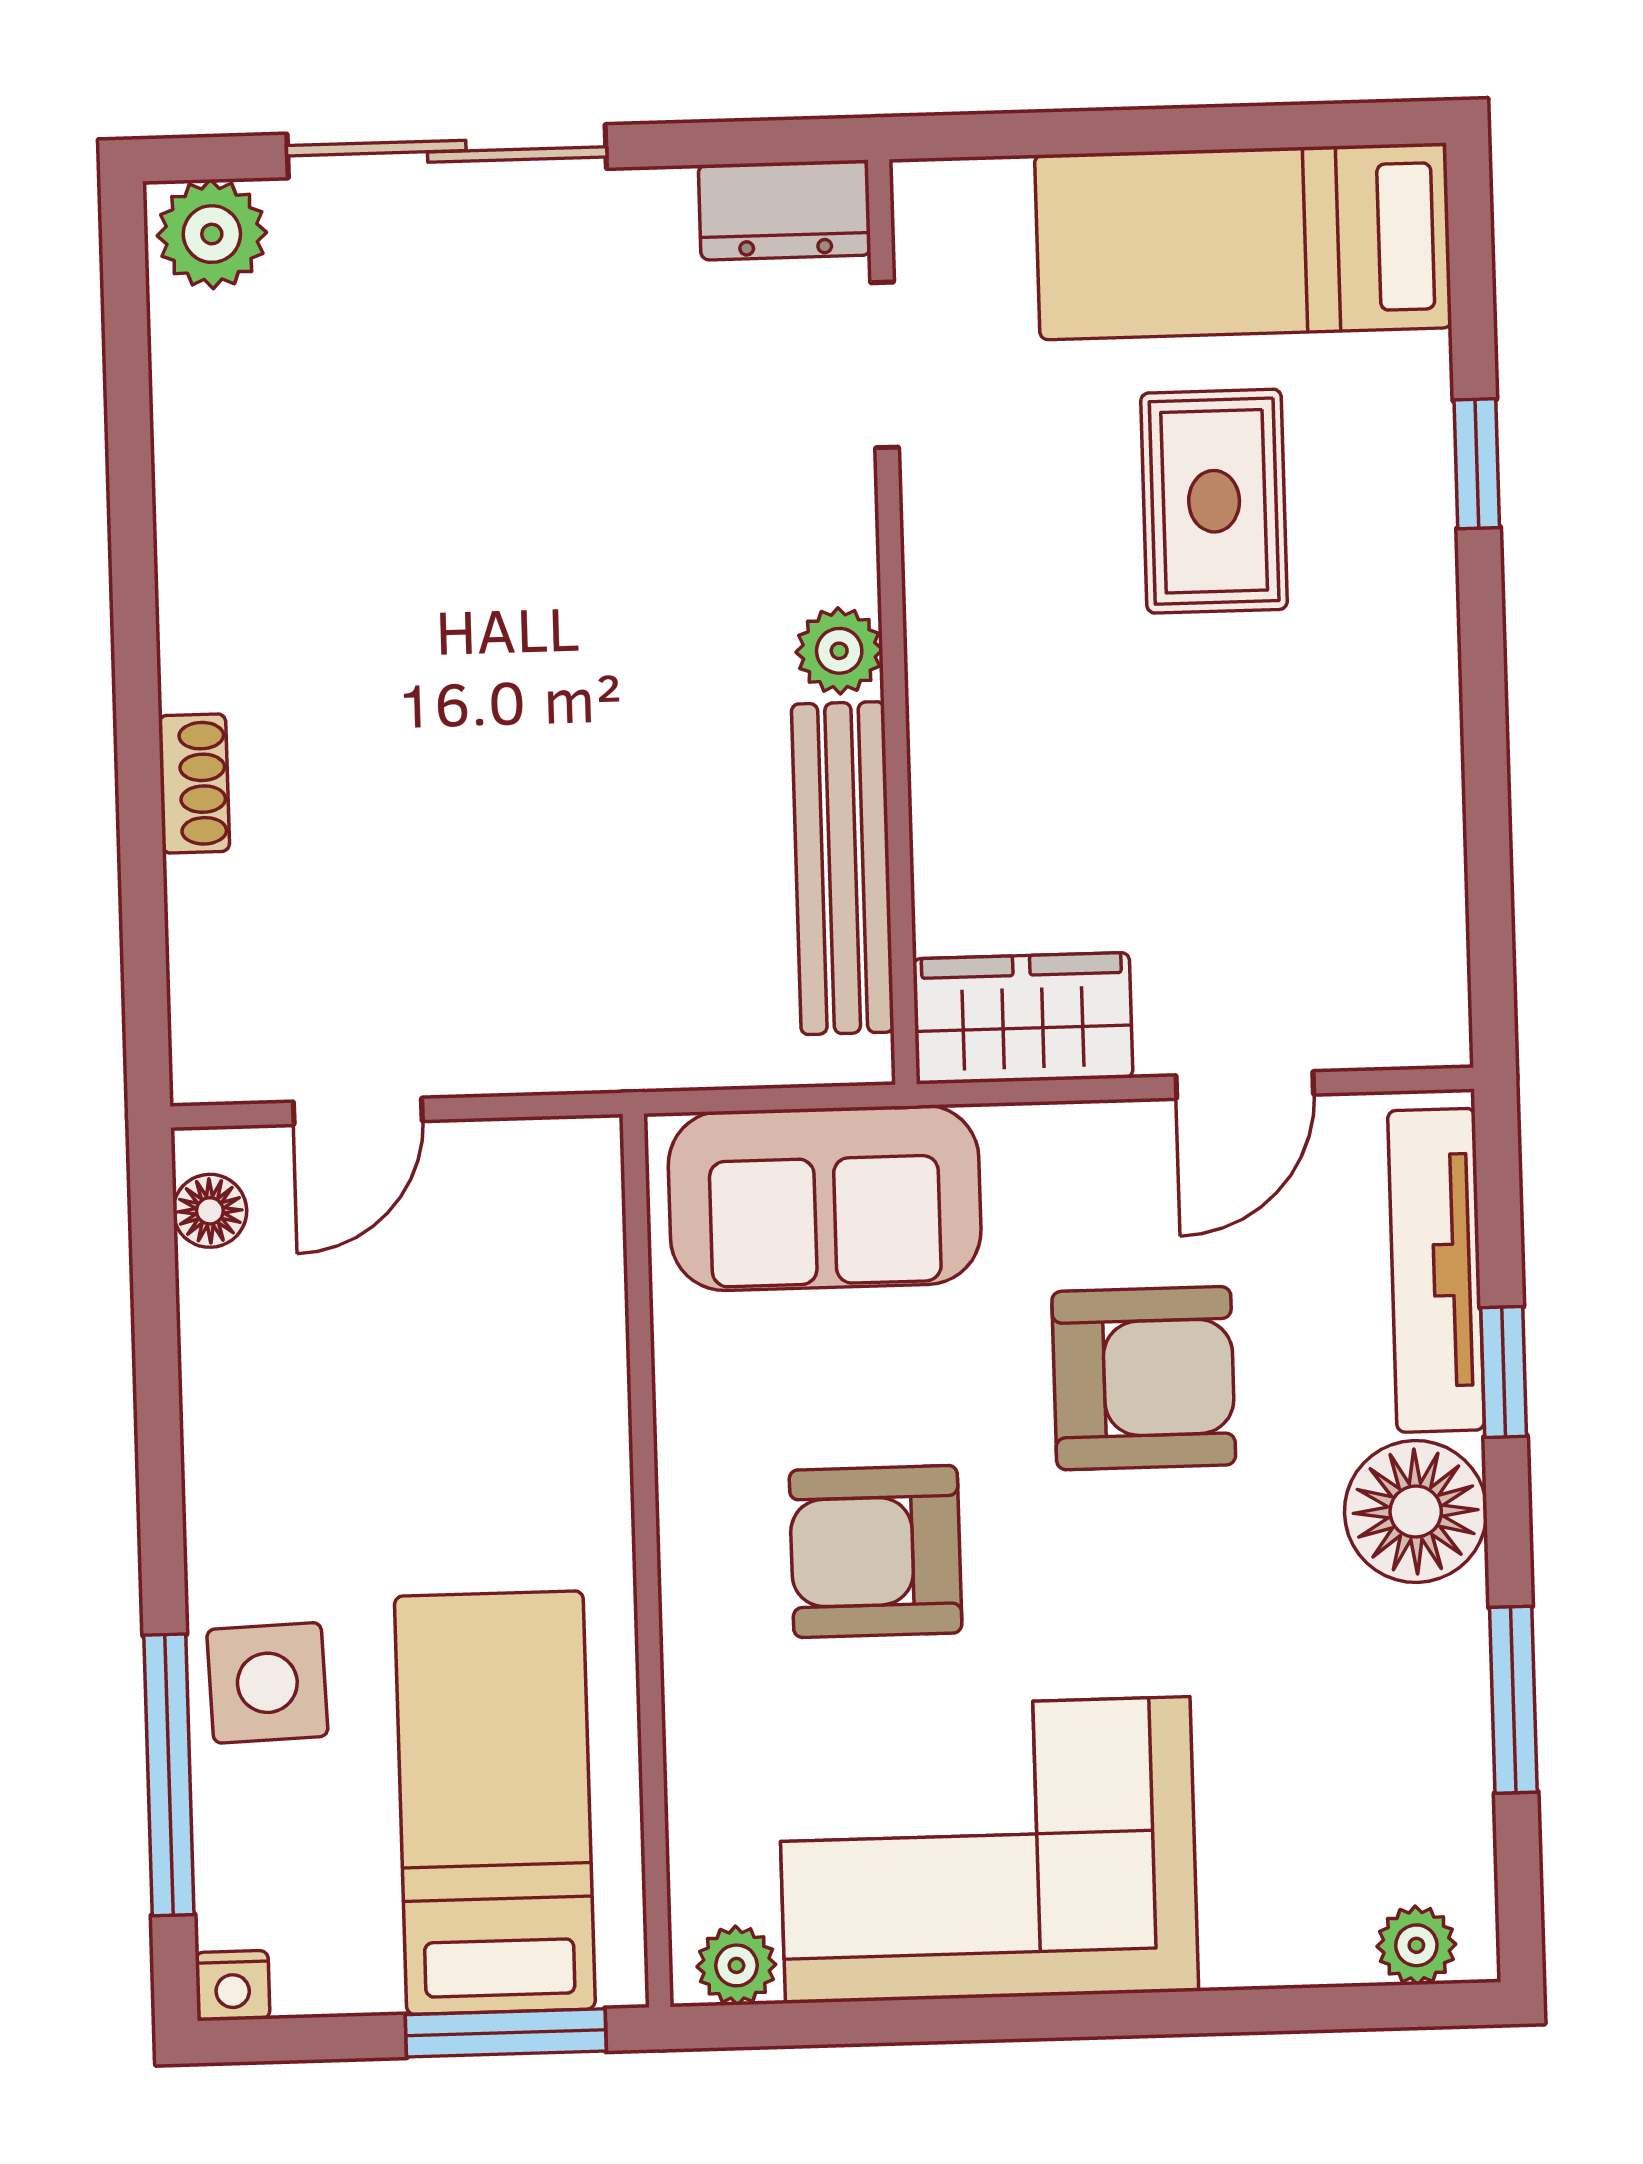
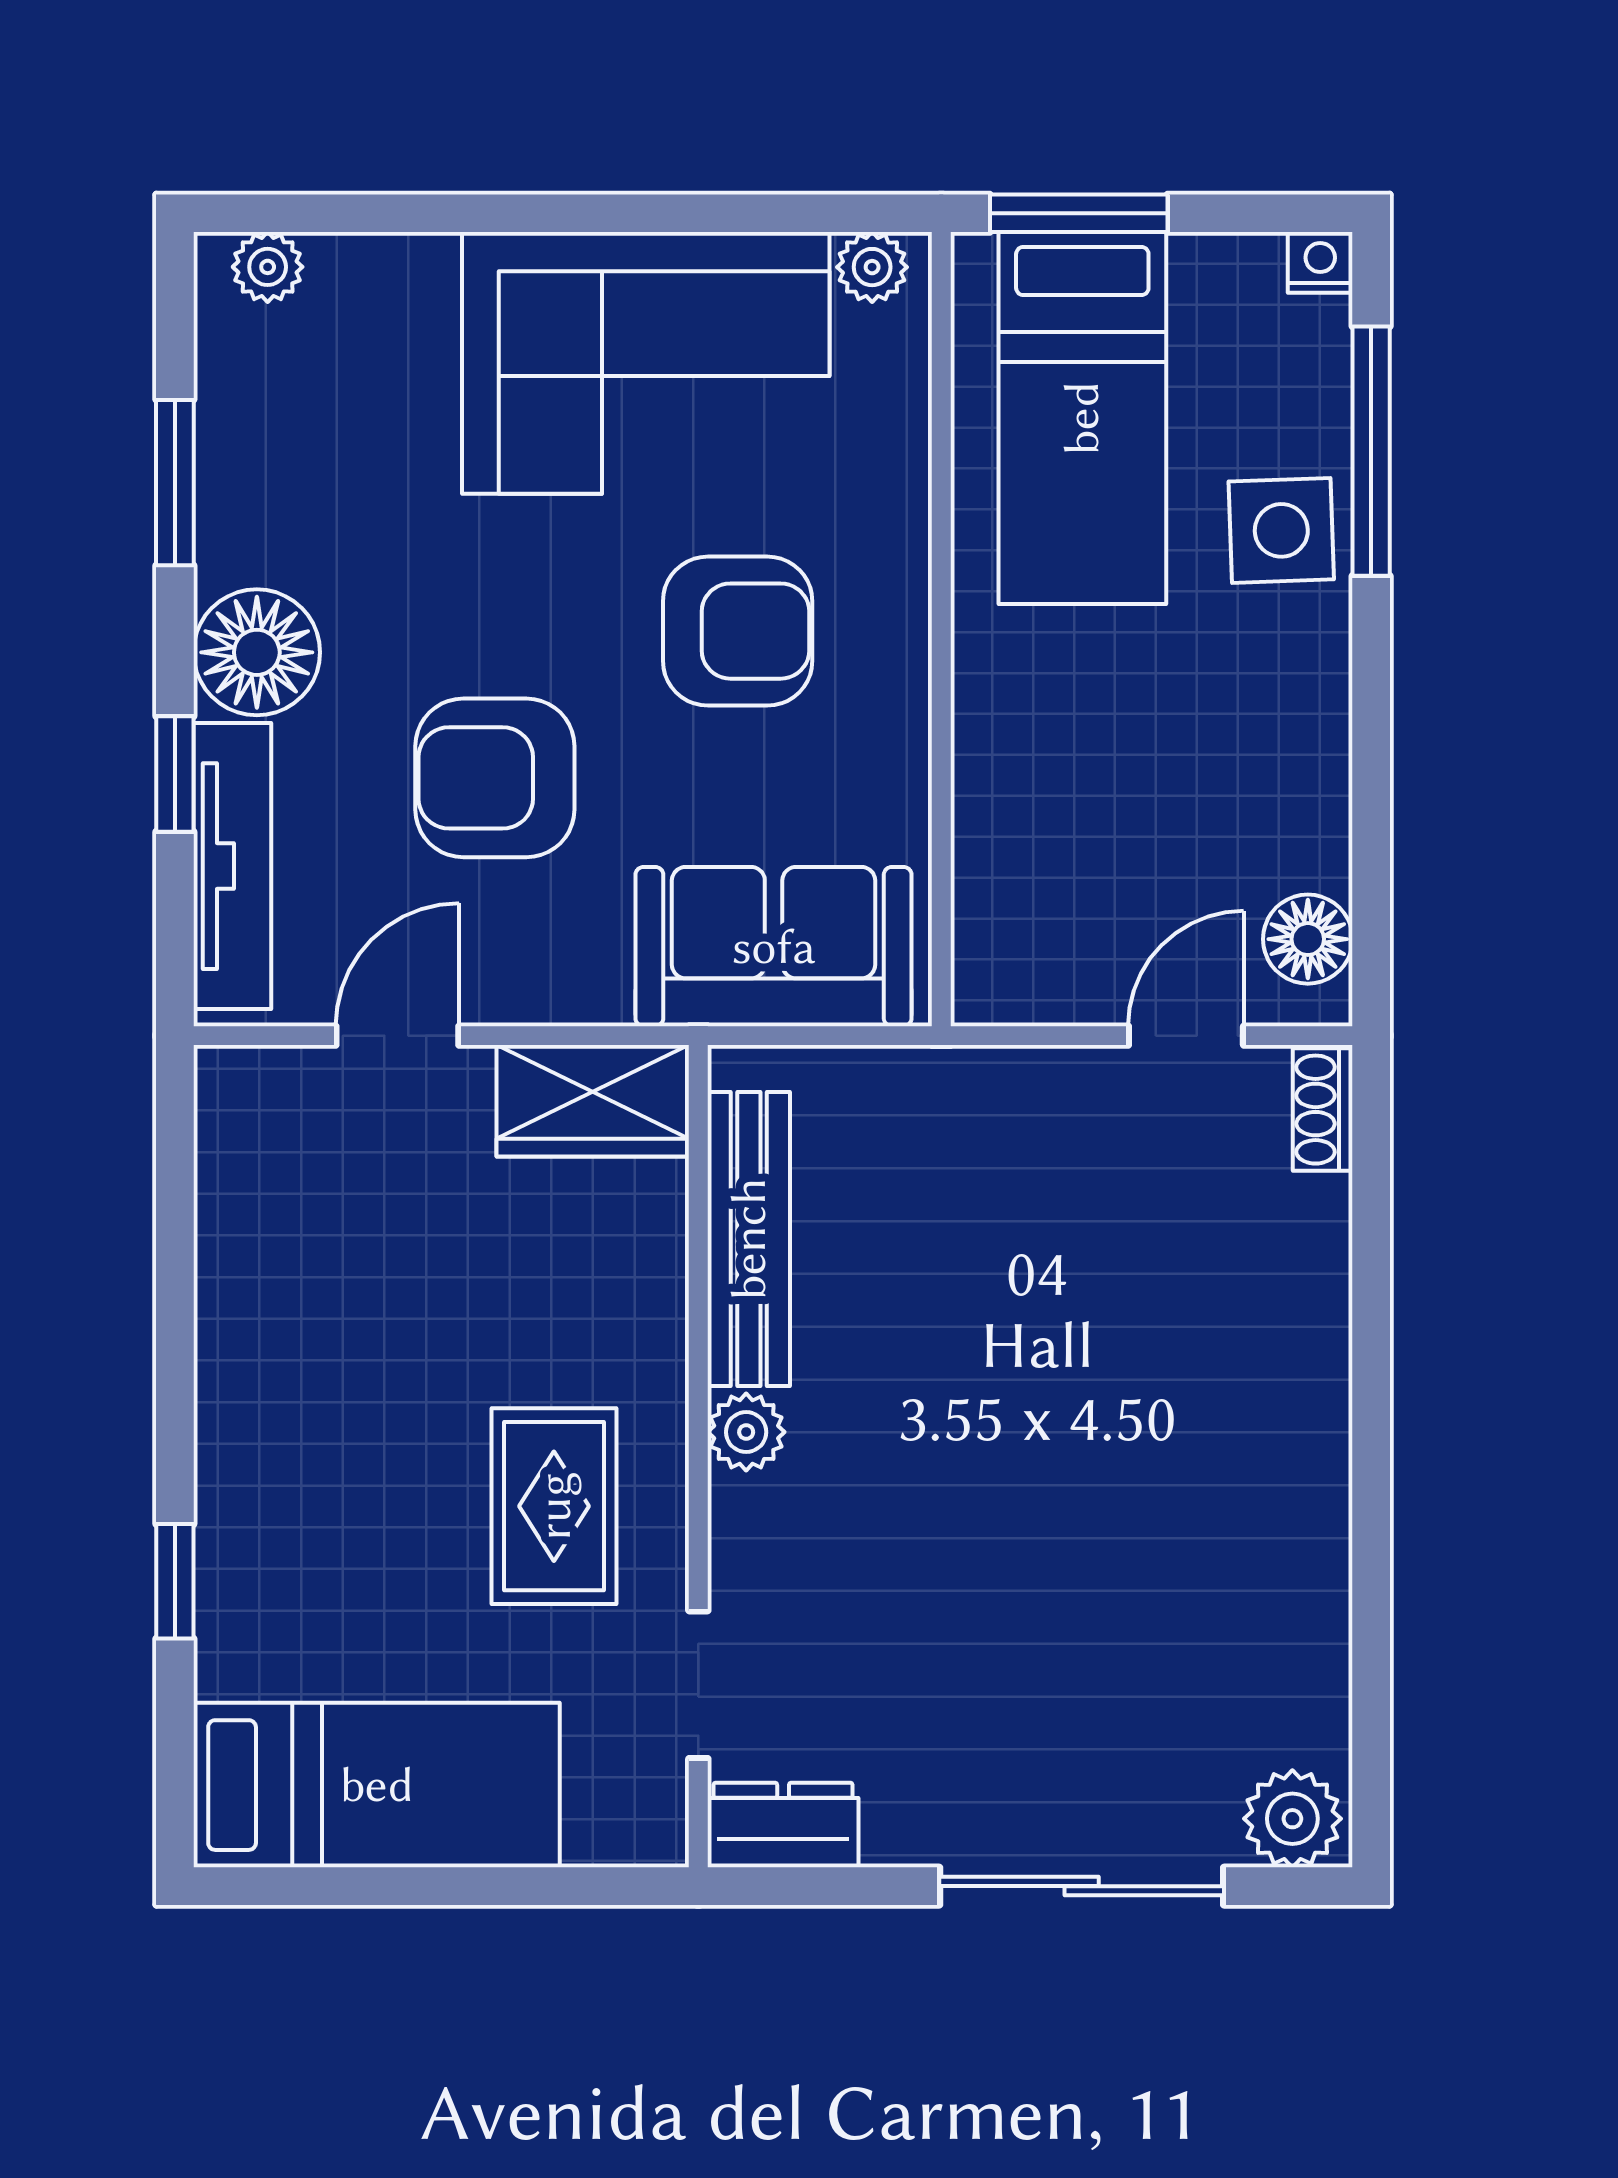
rug: (1214, 501) -> (554, 1506), moved
shoe rack: (194, 783) -> (1323, 1110), moved
floor lamp: (210, 1211) -> (1308, 939), width x1.37, depth x1.37

